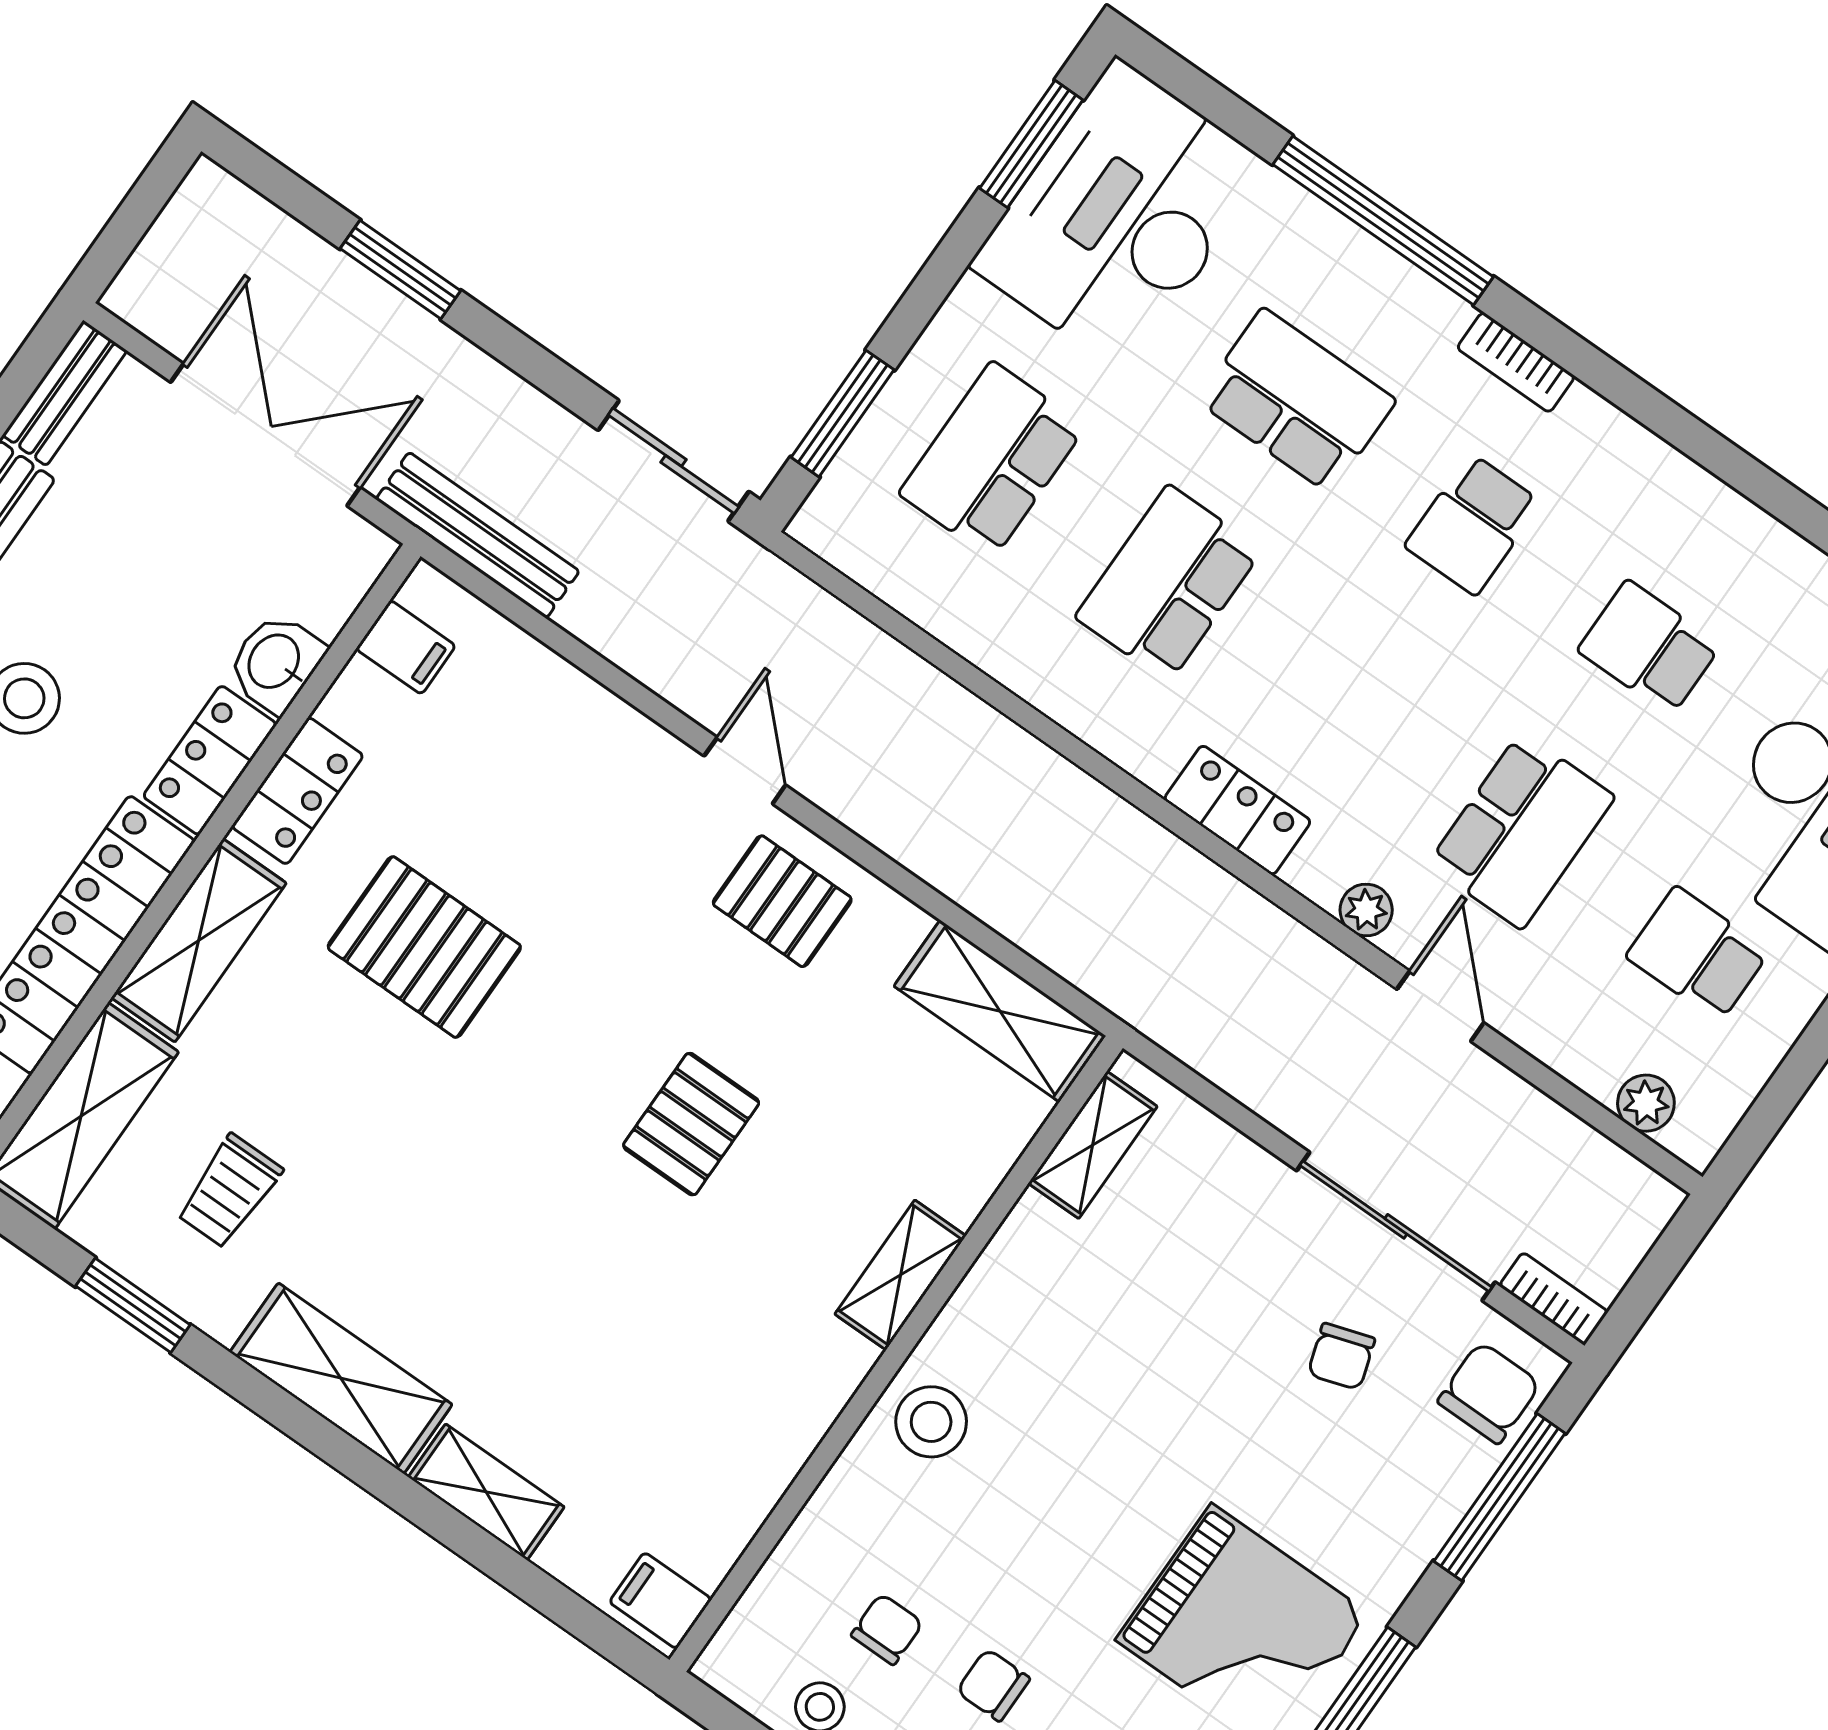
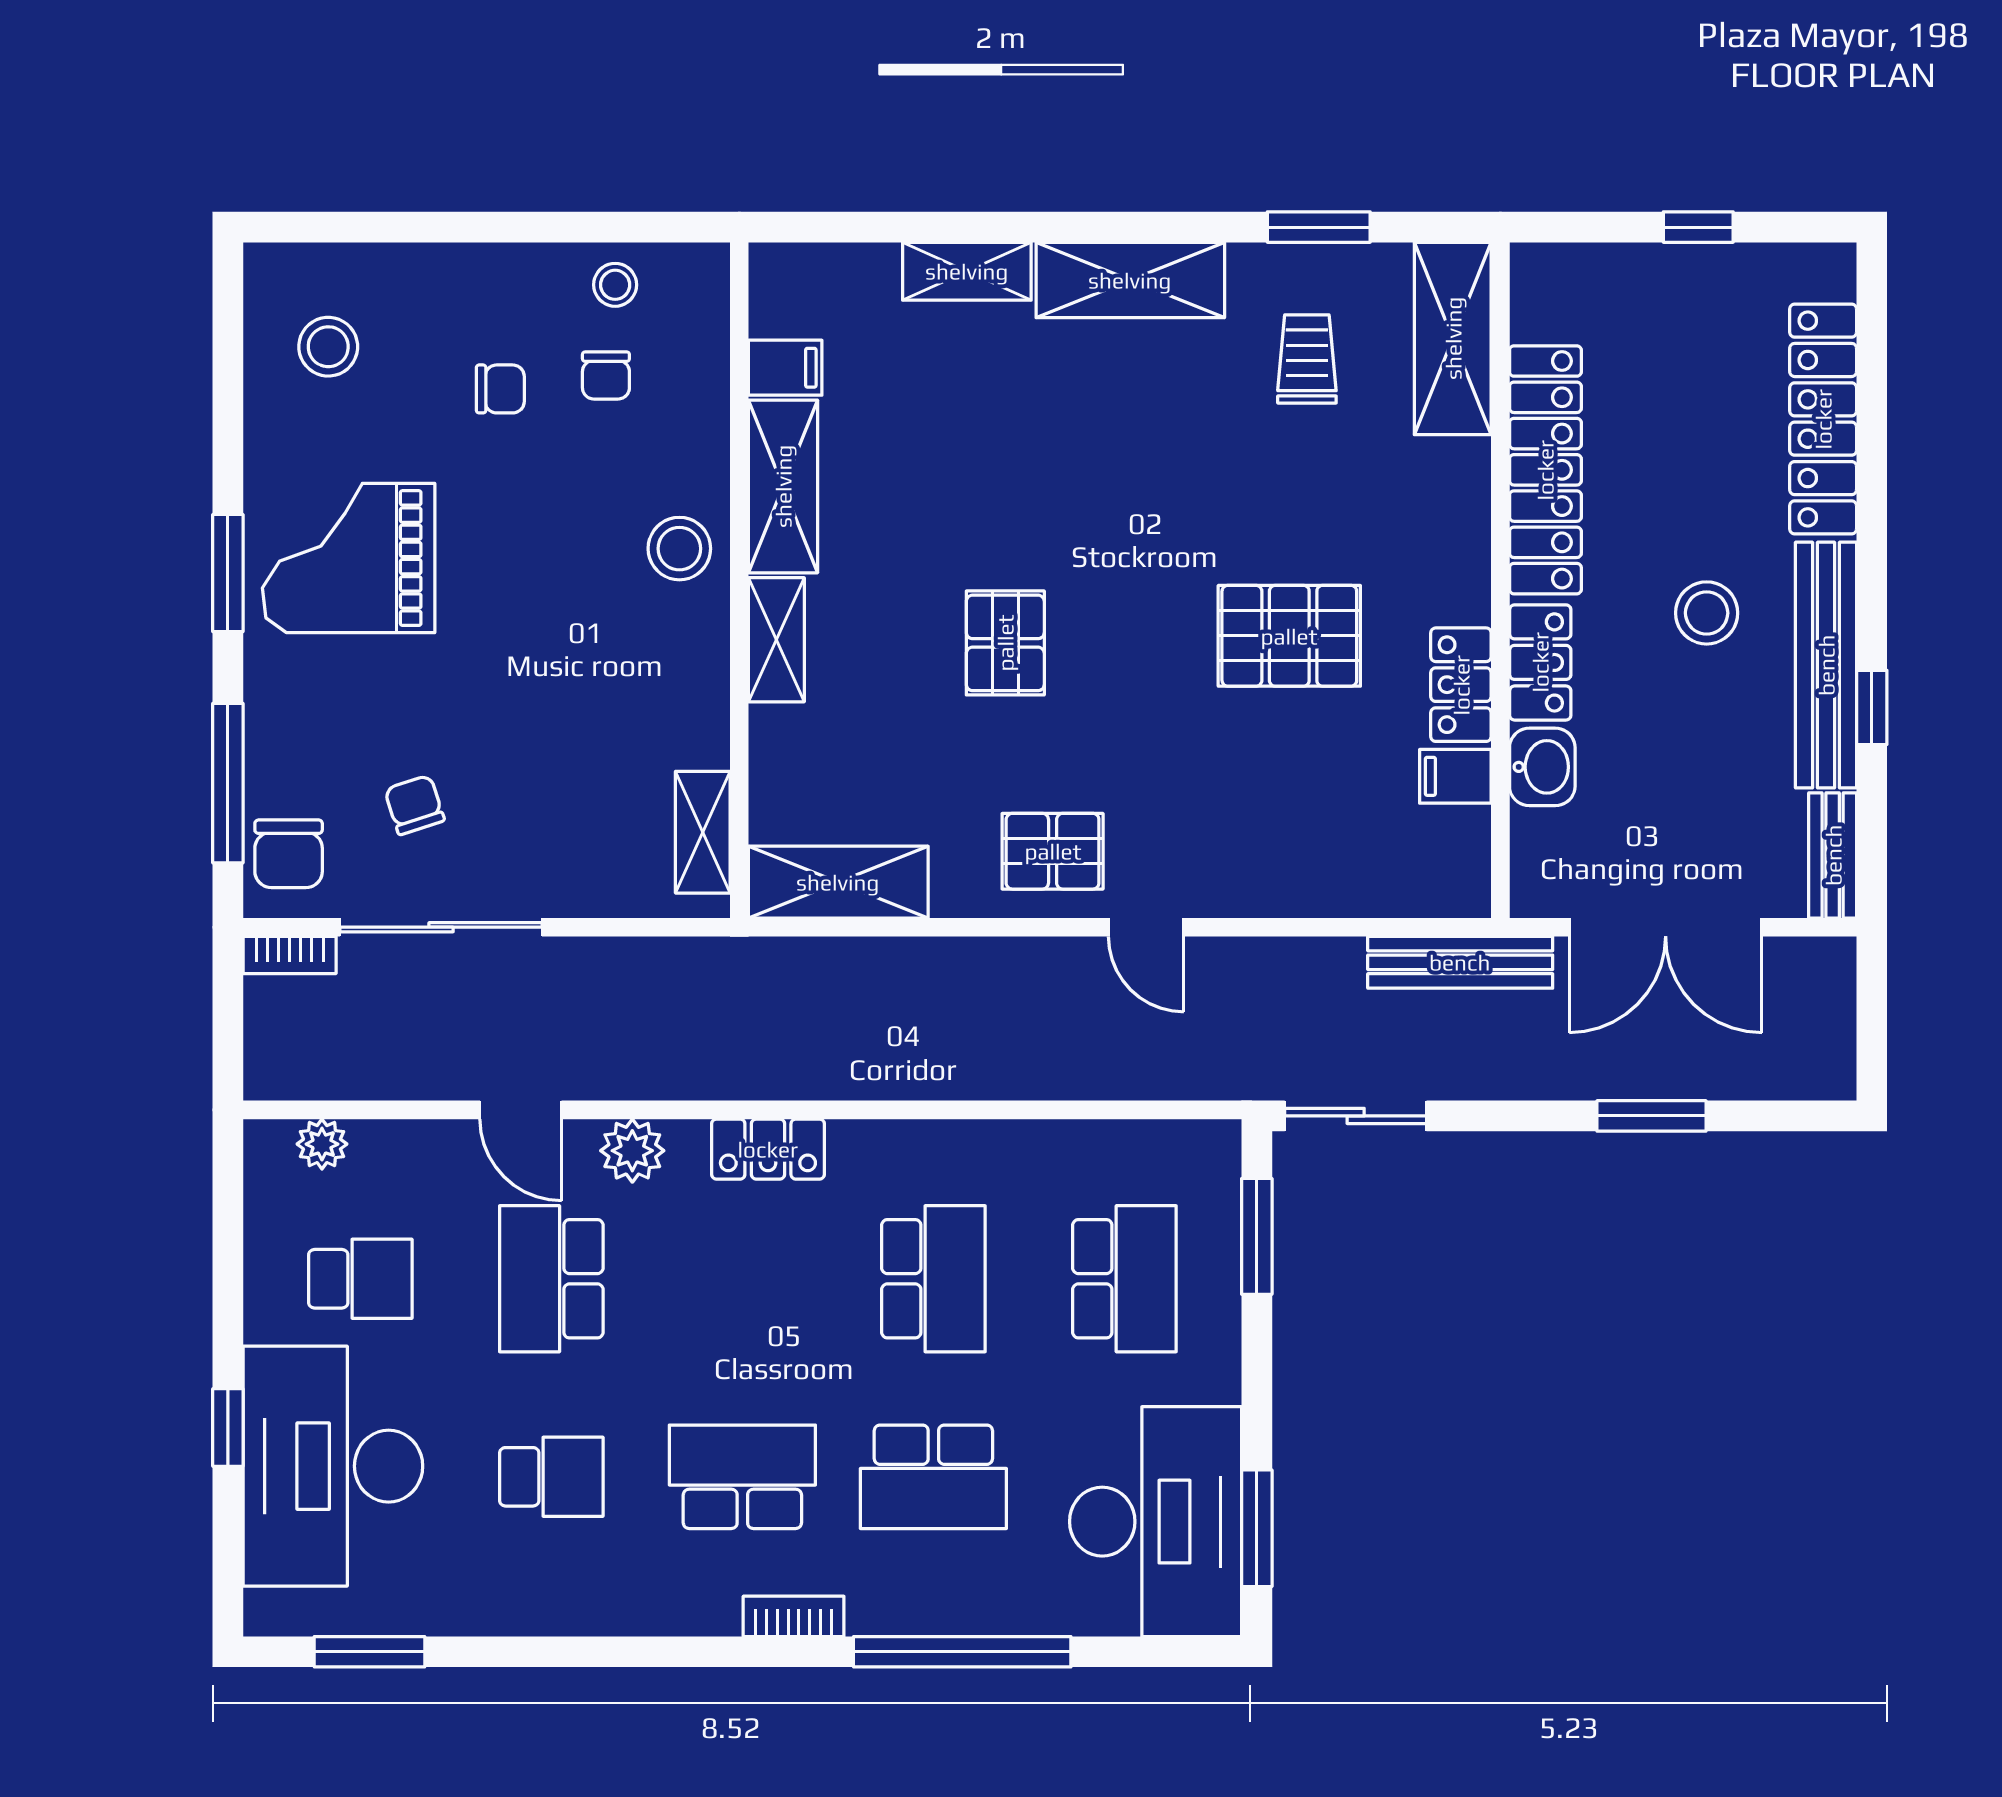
school desk: (1473, 524) -> (742, 1477), width x1.85
filing cabinet: (406, 647) -> (1455, 776), moved
plant: (1366, 910) -> (632, 1151), width x1.38, depth x1.38
shelving: (199, 940) -> (783, 486), moved
filing cabinet: (660, 1601) -> (785, 368), moved

